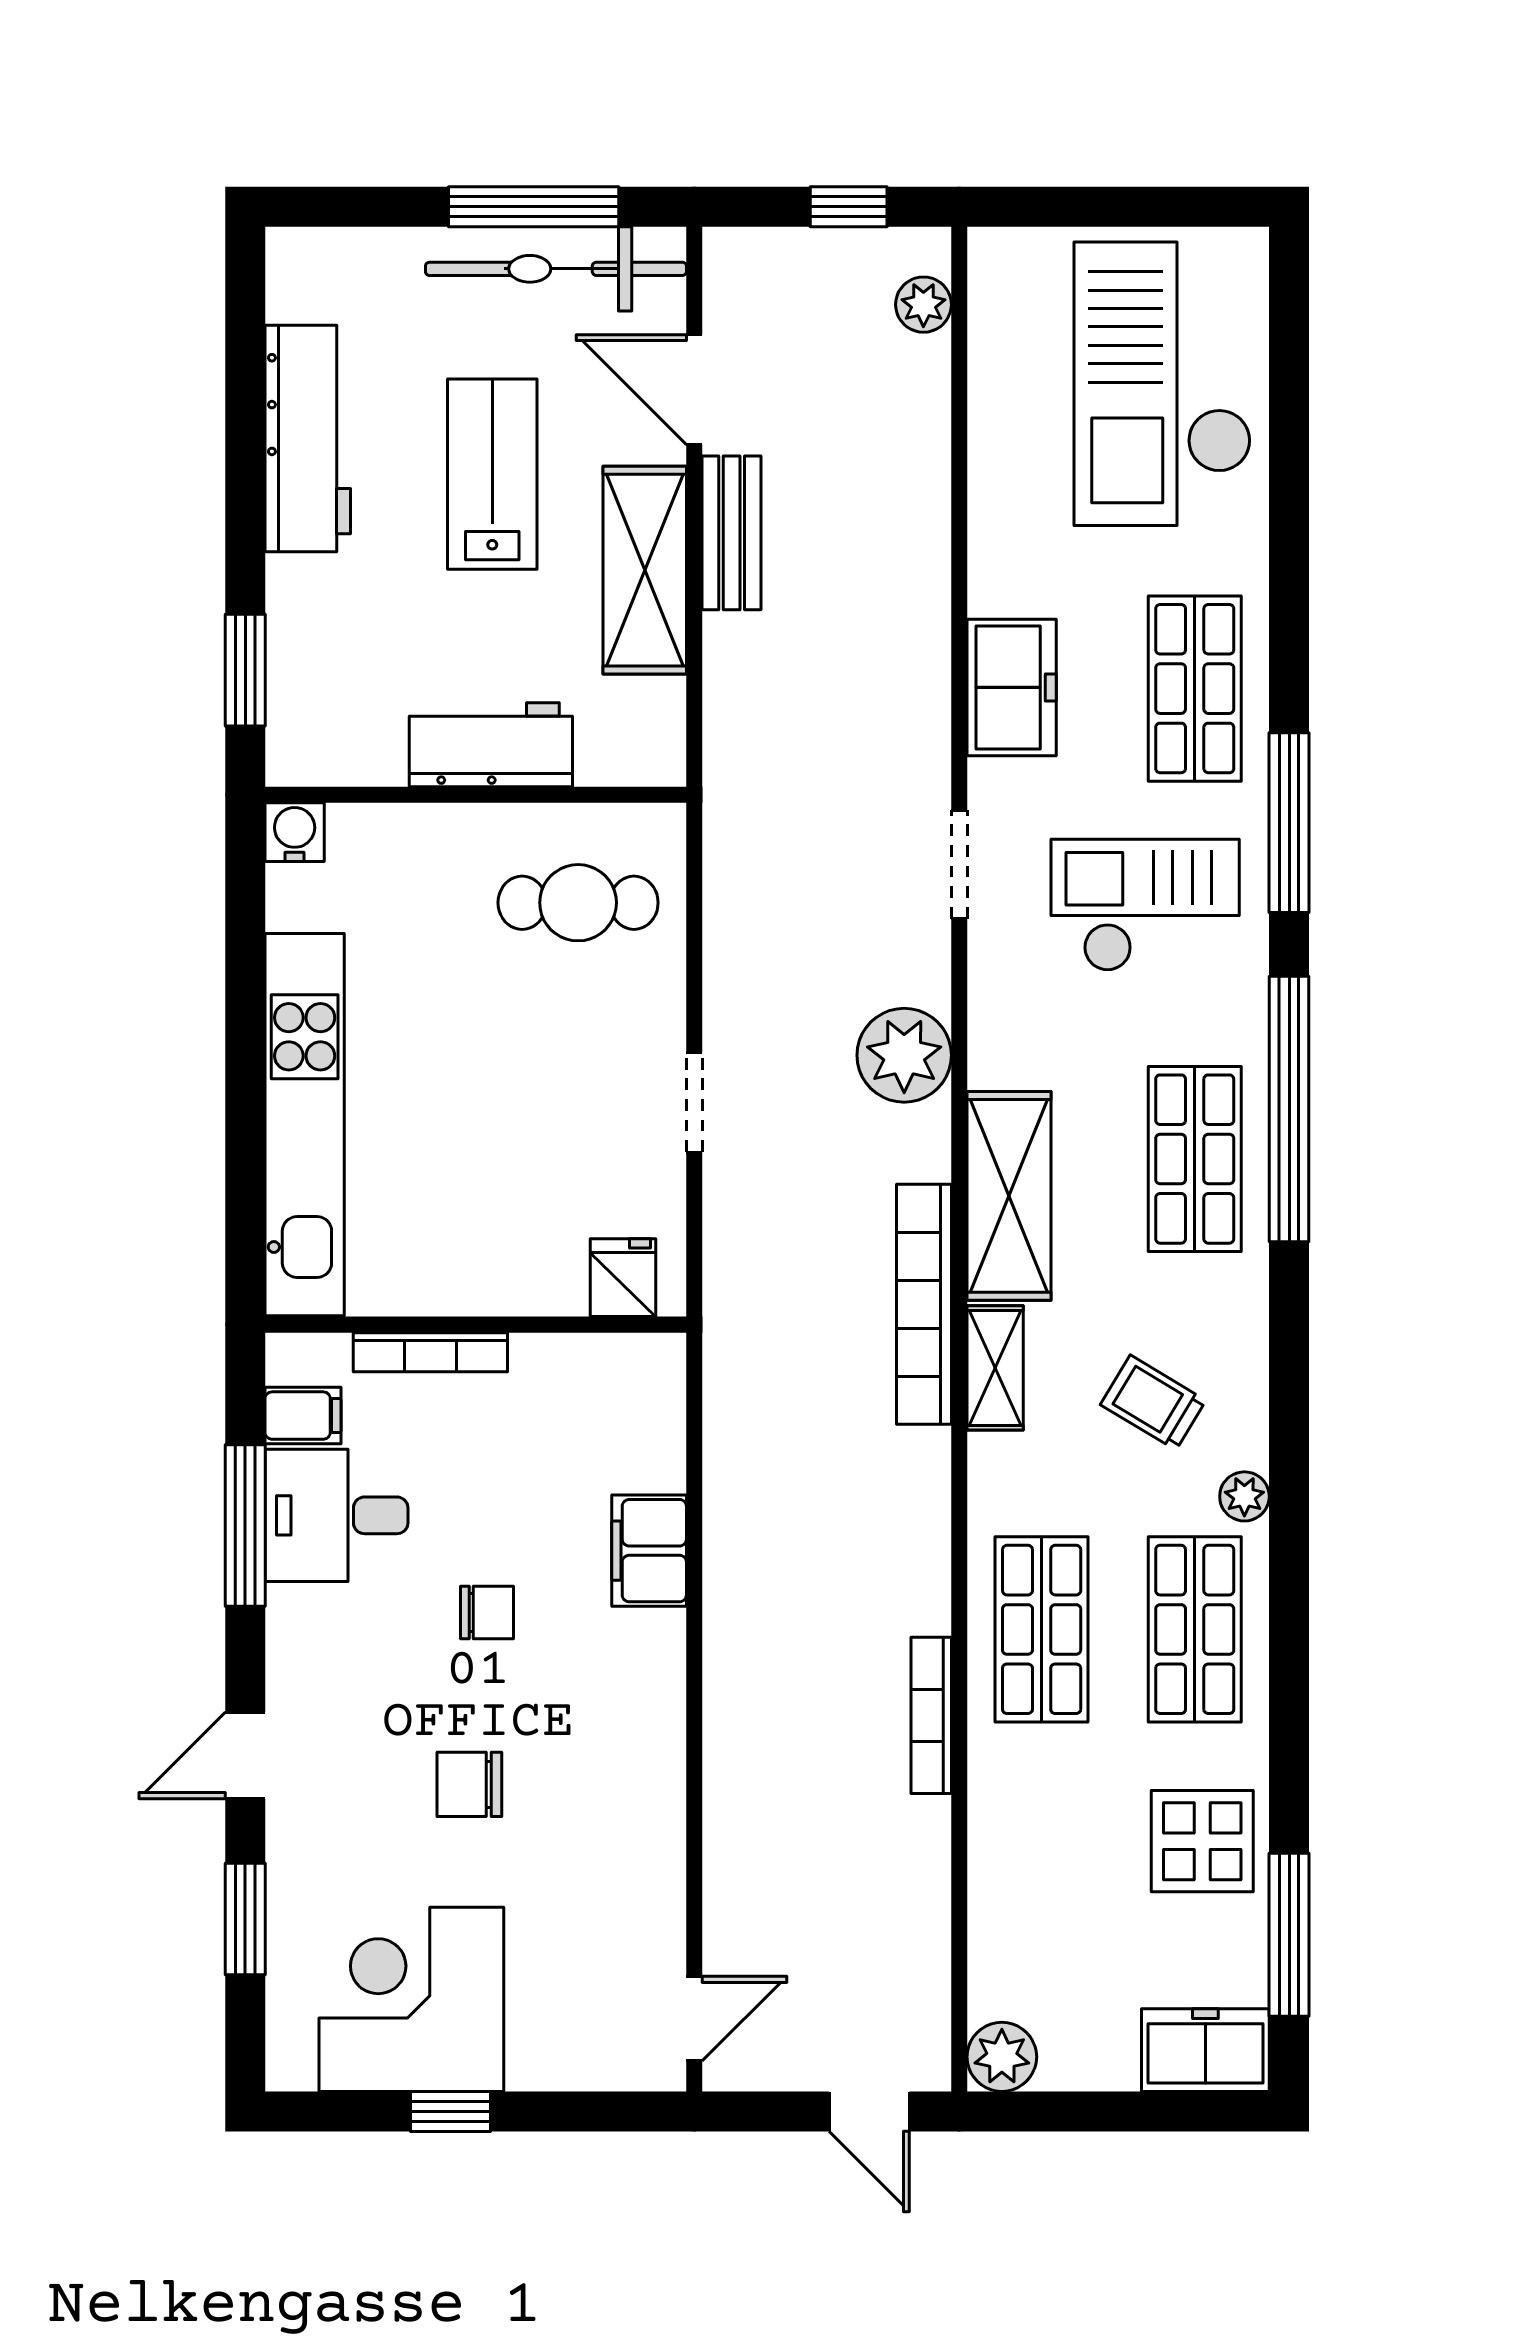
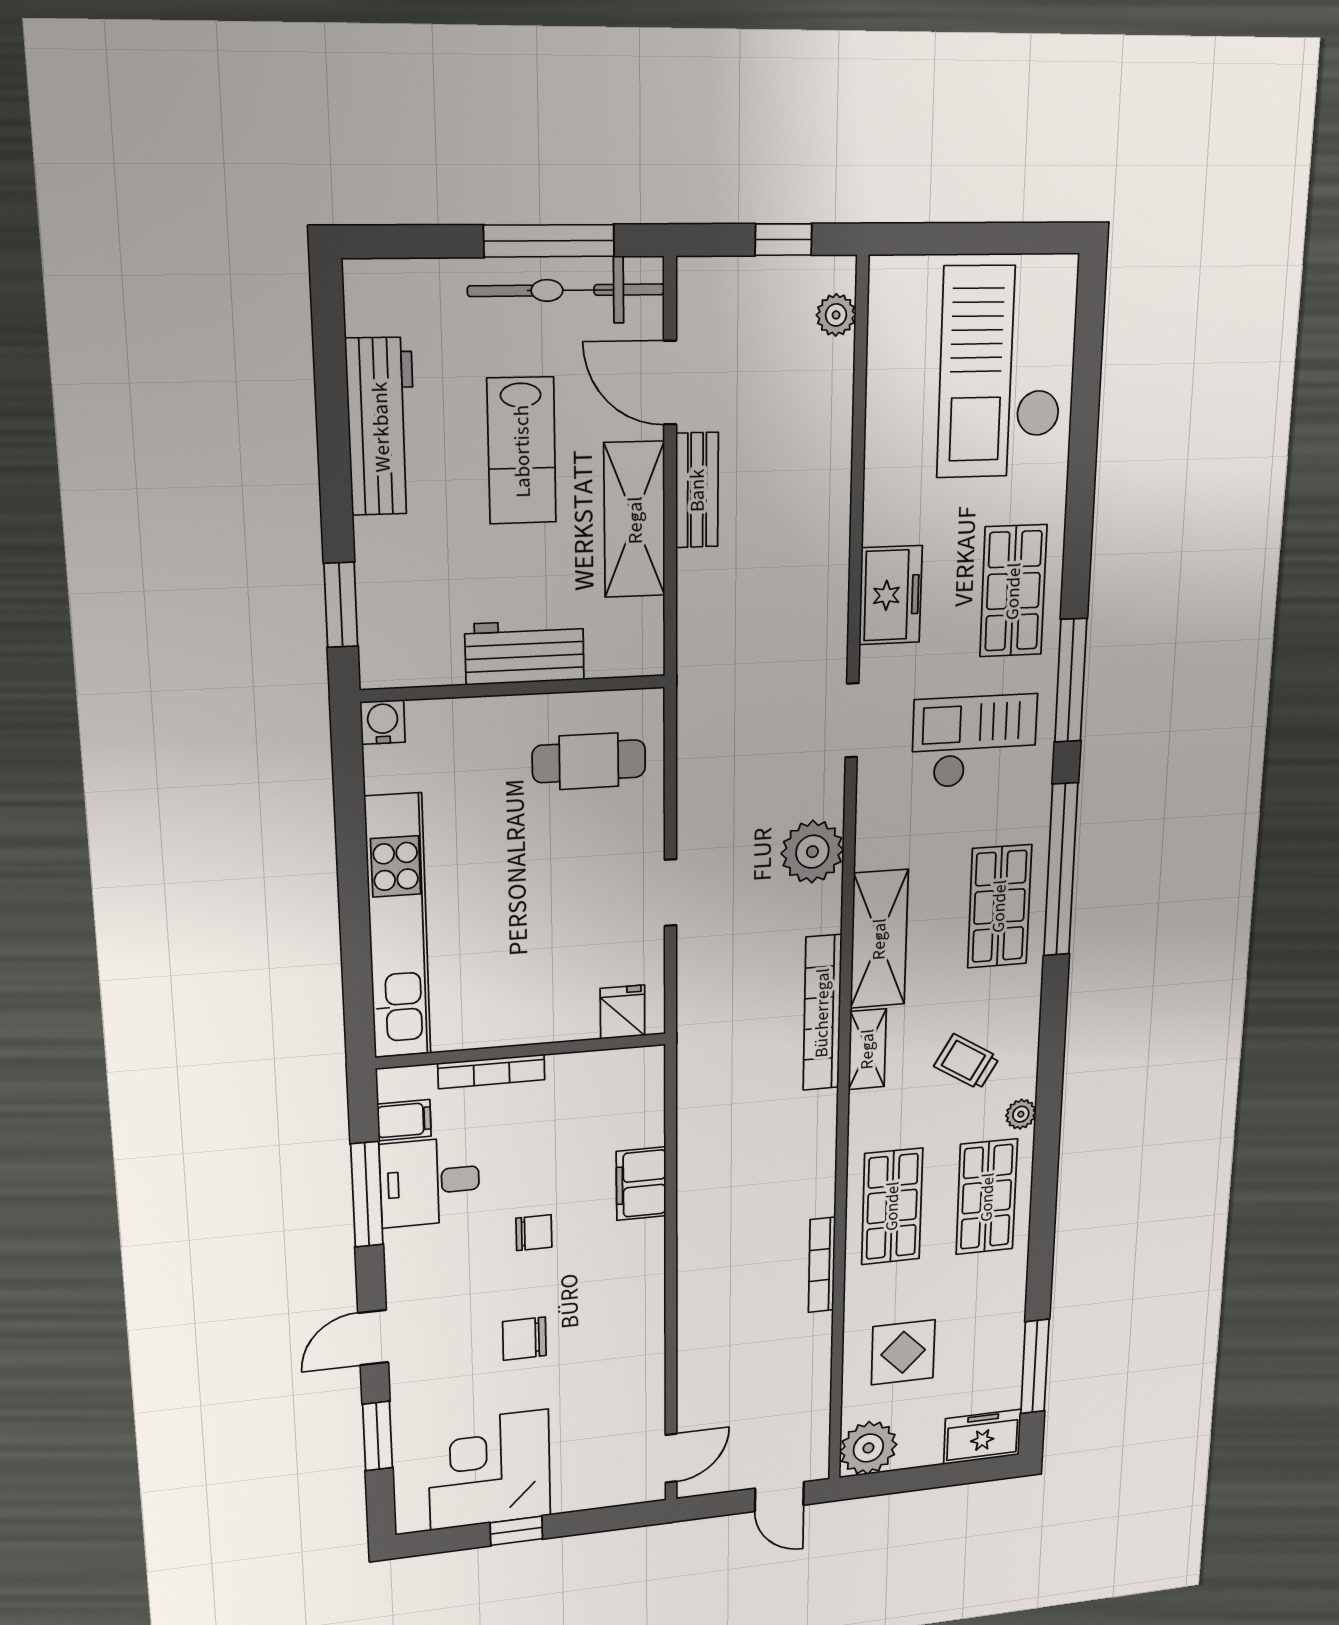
lab bench: (492, 474) -> (522, 451), turned 180
display table: (1202, 1841) -> (903, 1352), moved
plant: (1002, 2057) -> (868, 1448), width x1.36, depth x1.36

